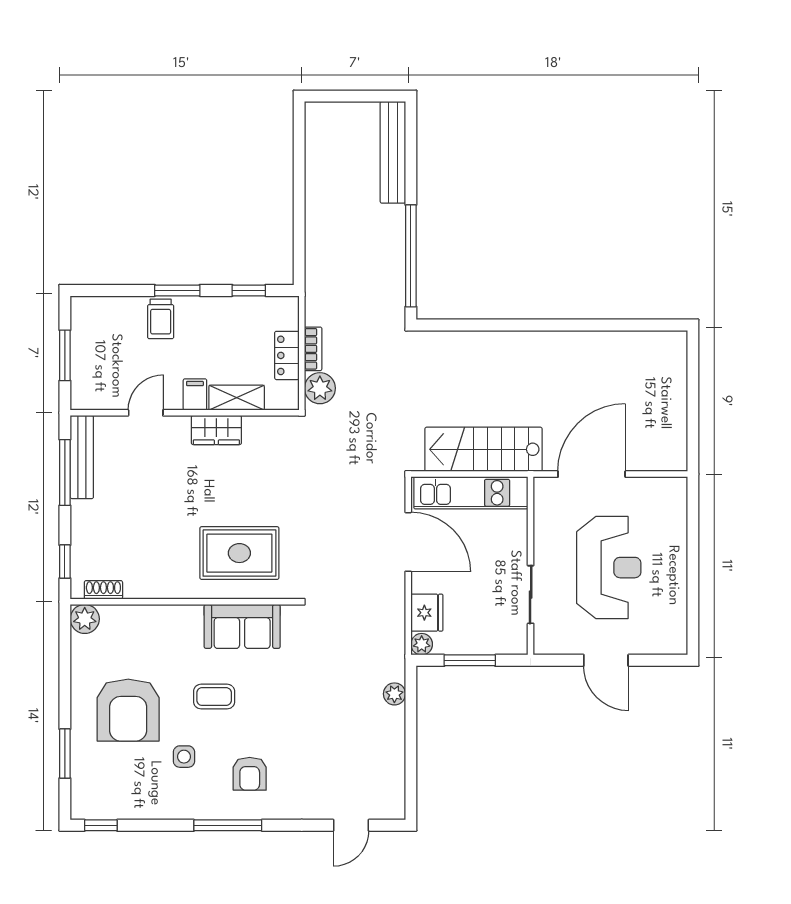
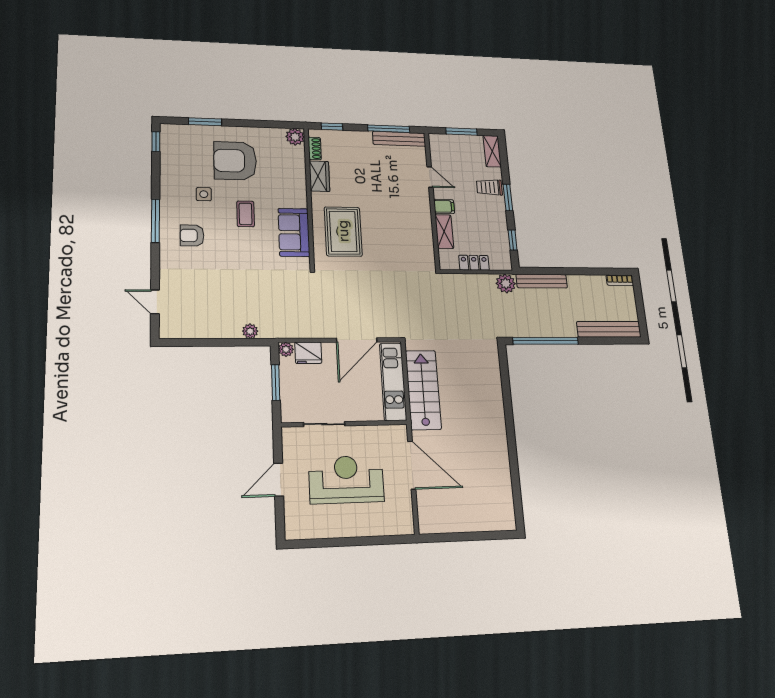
bench: (316, 251) -> (542, 281), added
shelving: (98, 308) -> (492, 151), added
bookcase: (313, 349) -> (620, 280), moved
plant: (320, 388) -> (506, 283), moved
wardrobe: (216, 430) -> (319, 176), moved, turned 180
reception desk: (609, 568) -> (346, 480), turned 180

